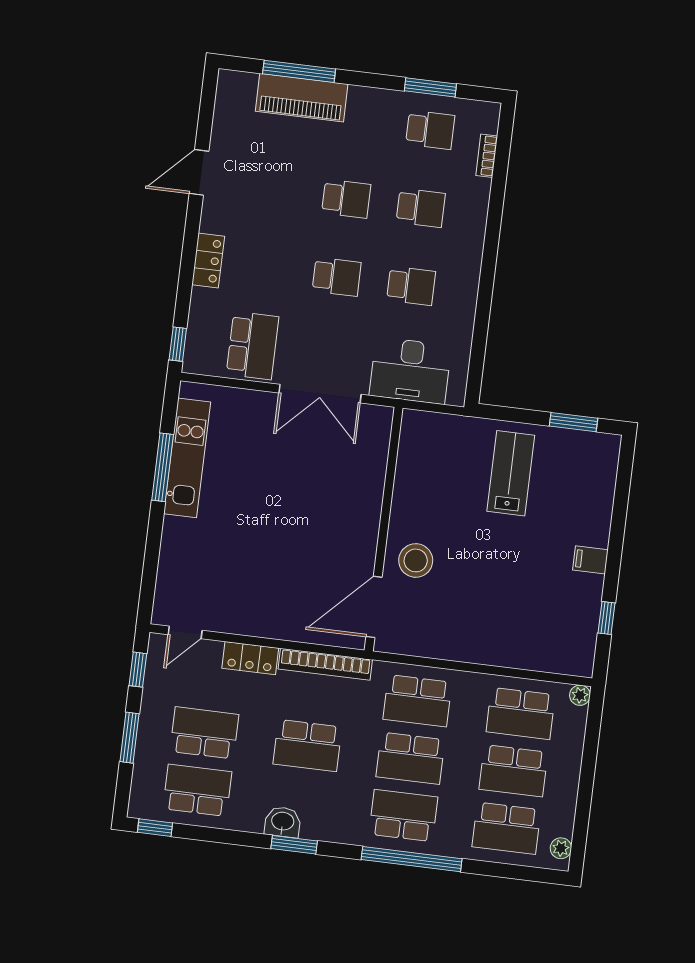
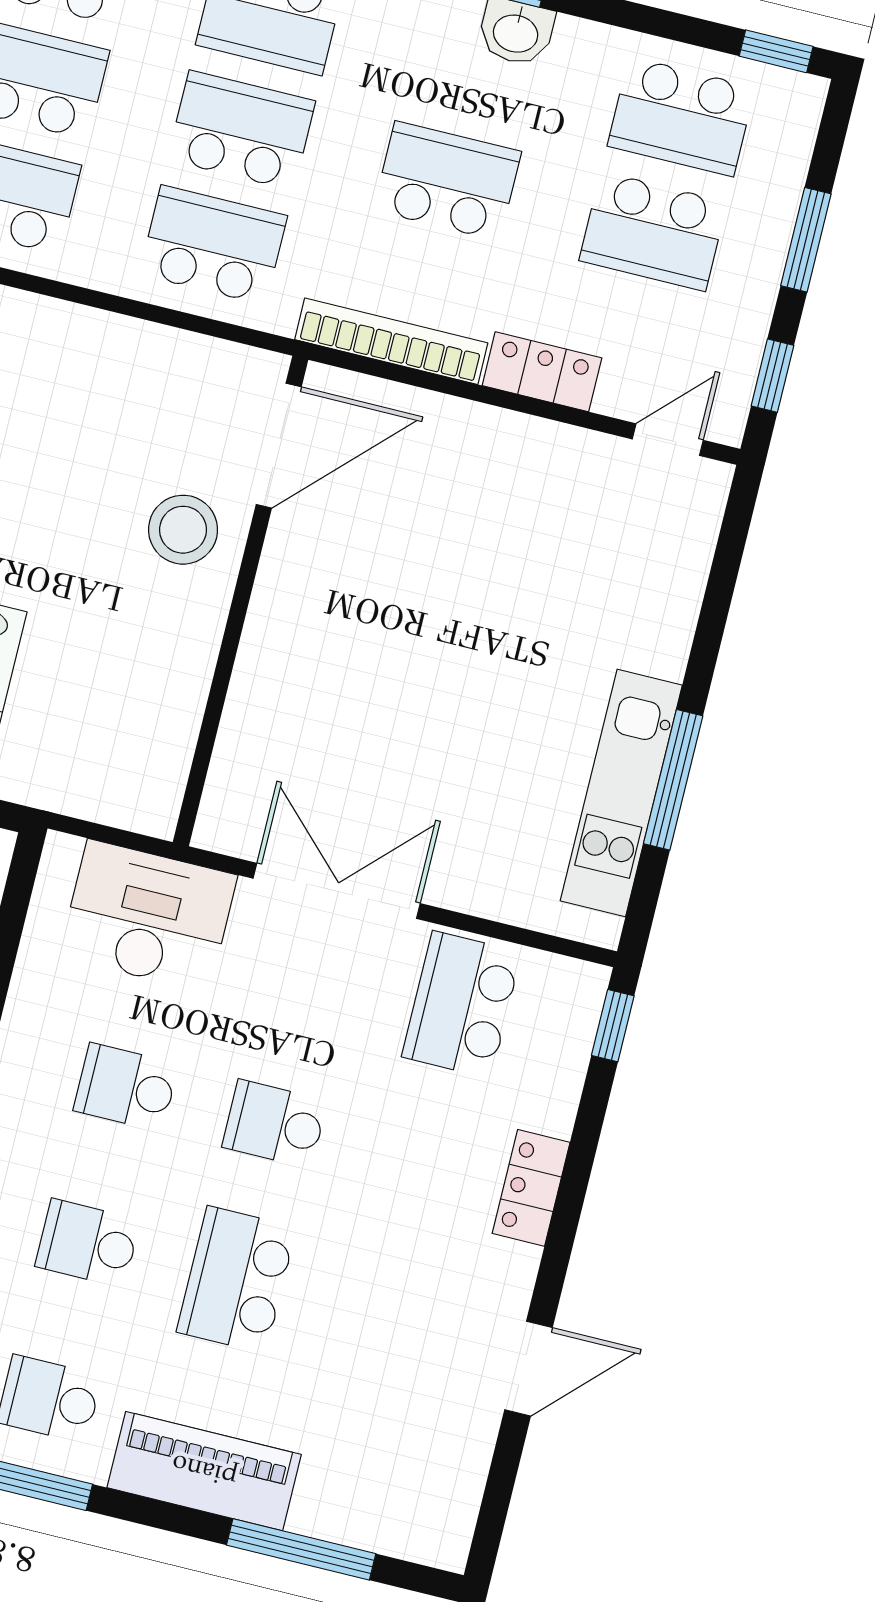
piano: (302, 98) -> (204, 1471), moved
school desk: (346, 199) -> (236, 1280), width x1.85

